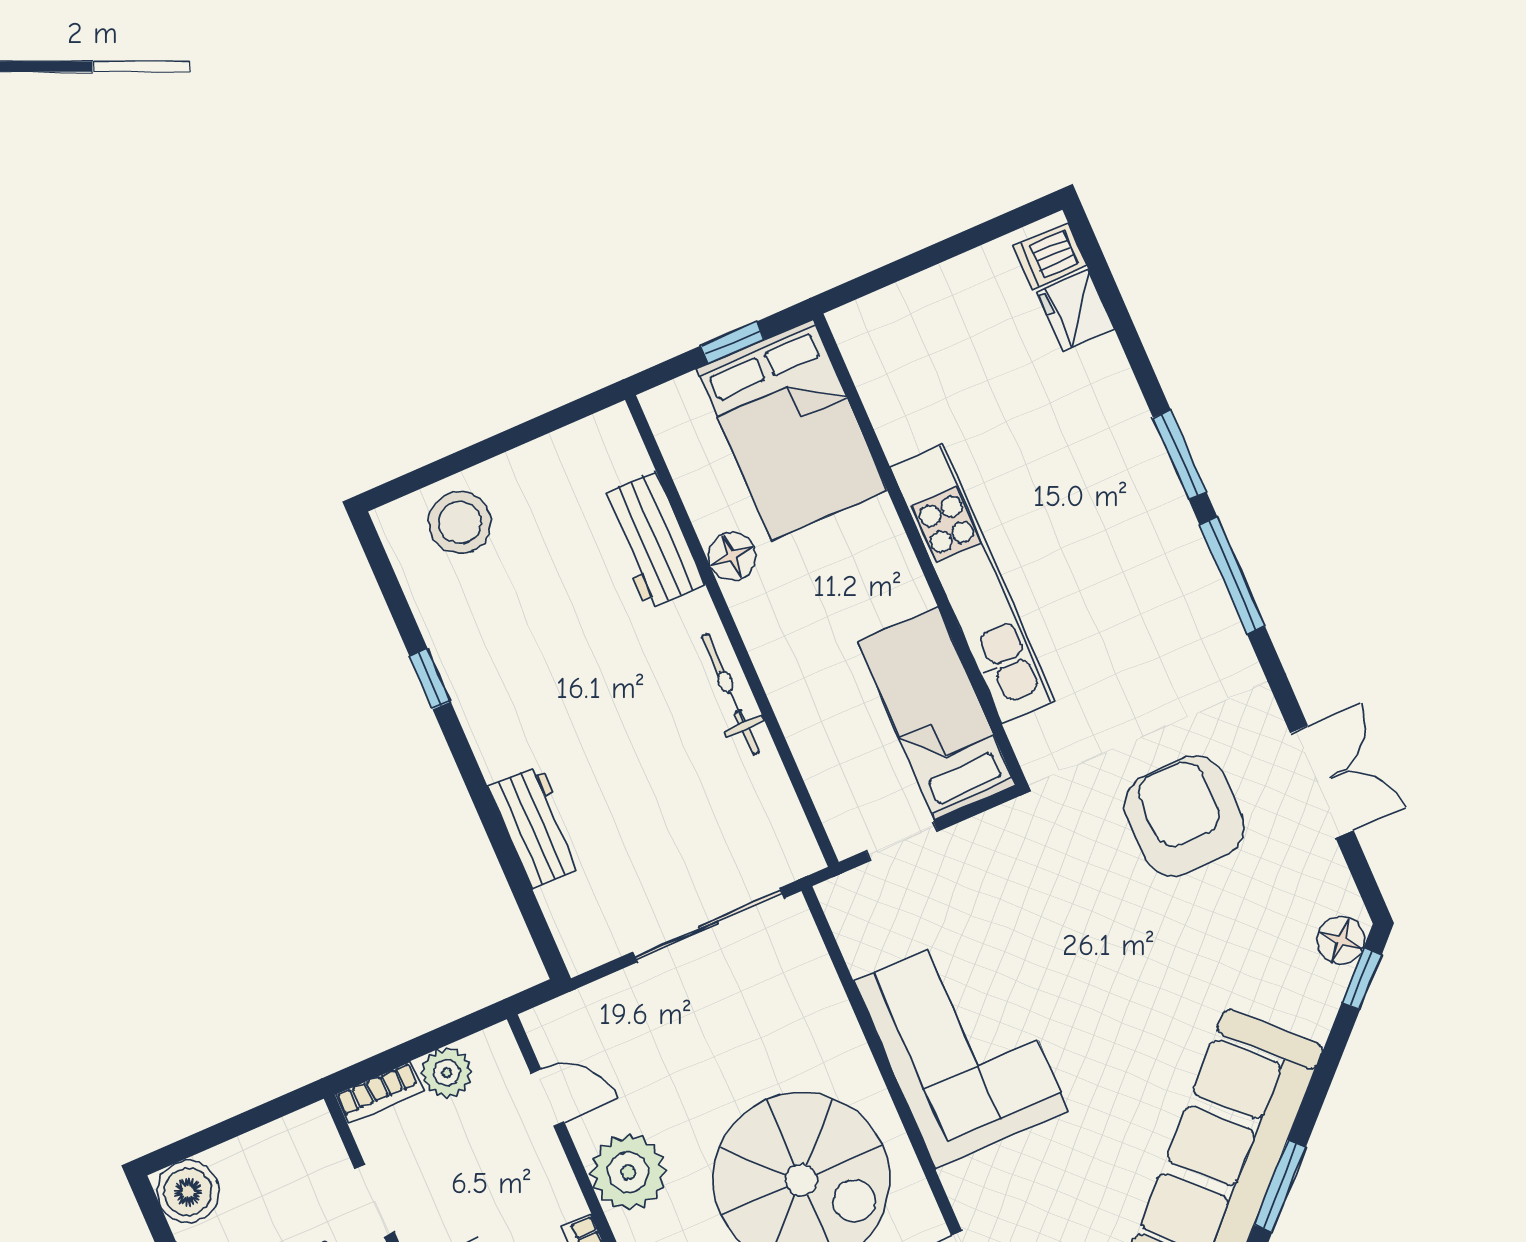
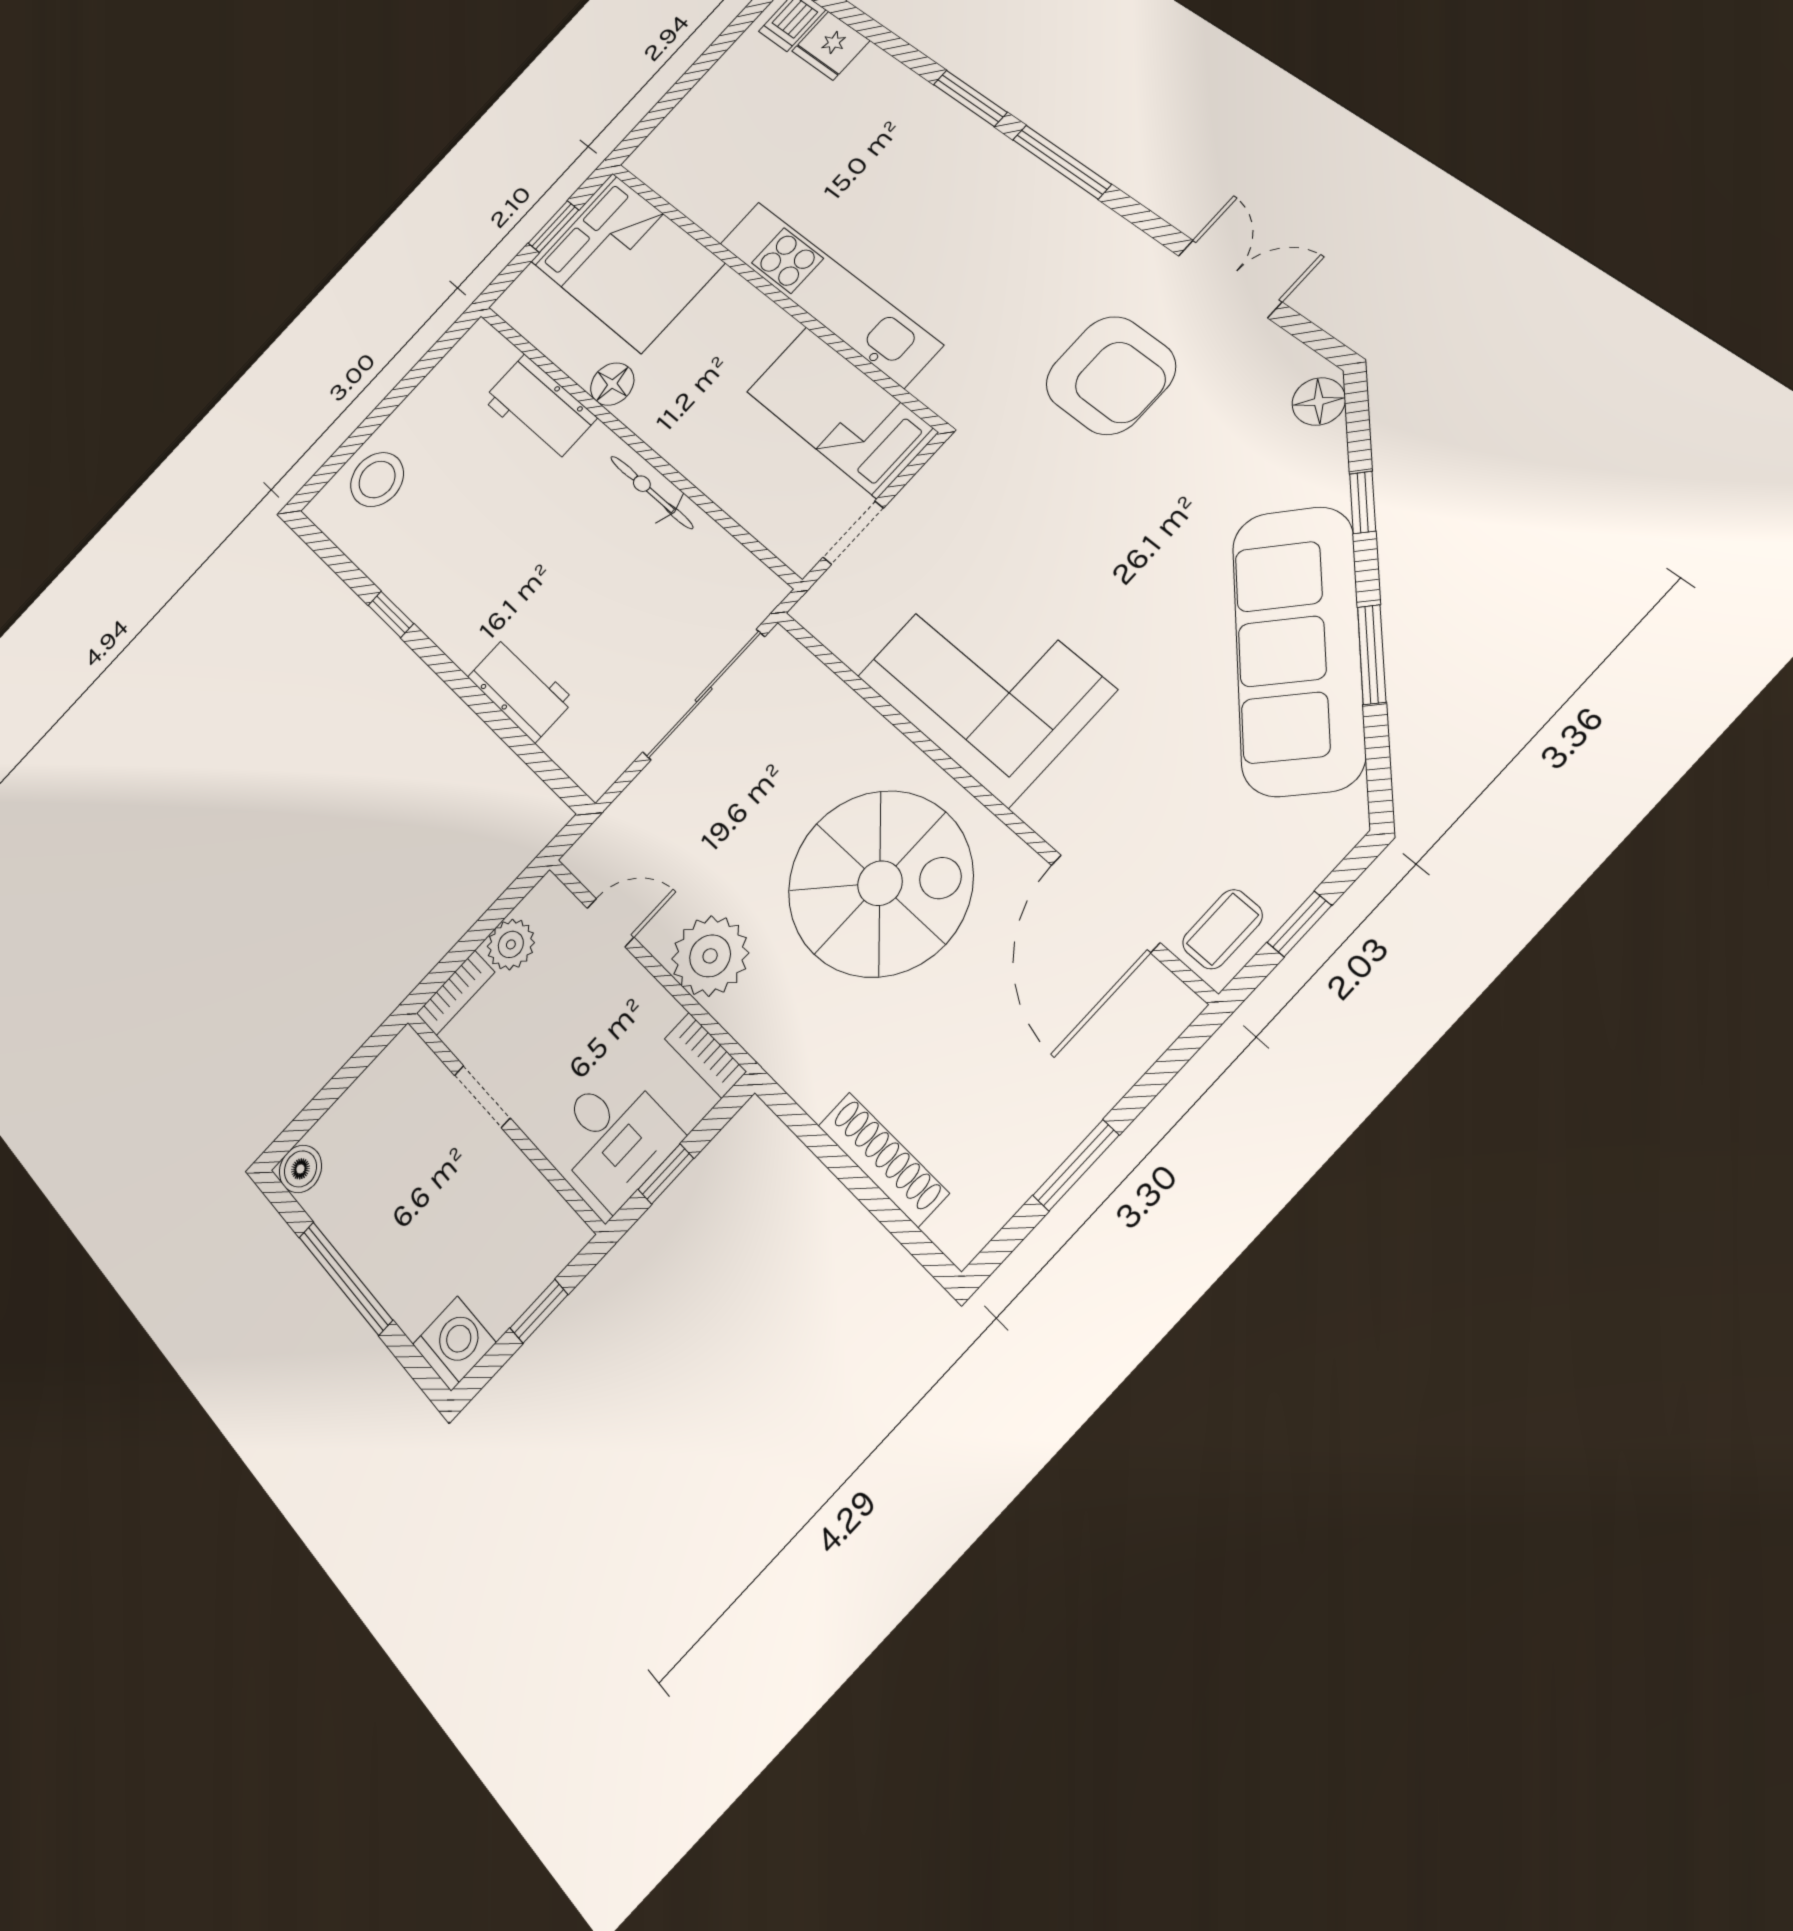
armchair: (1184, 816) -> (1111, 375), turned 180
window: (1362, 979) -> (1363, 502), moved
boiler: (188, 1192) -> (300, 1169), width x0.73, depth x0.73

